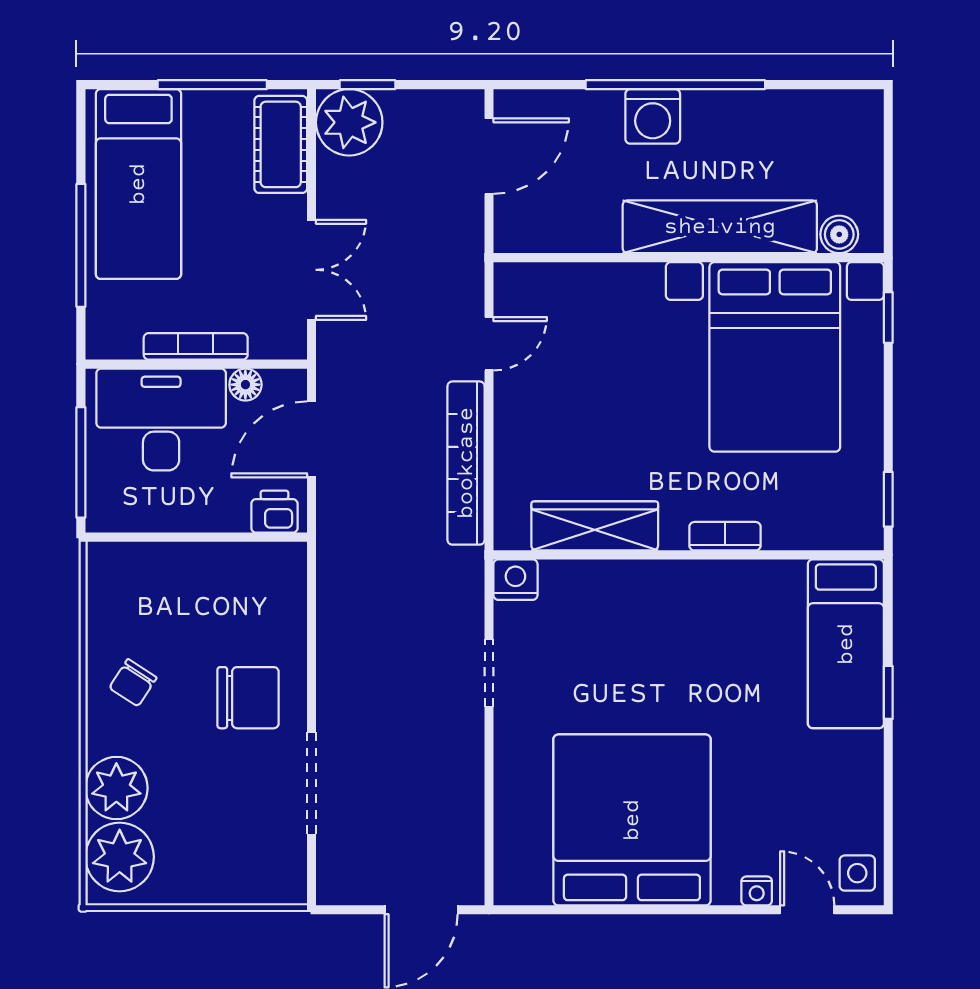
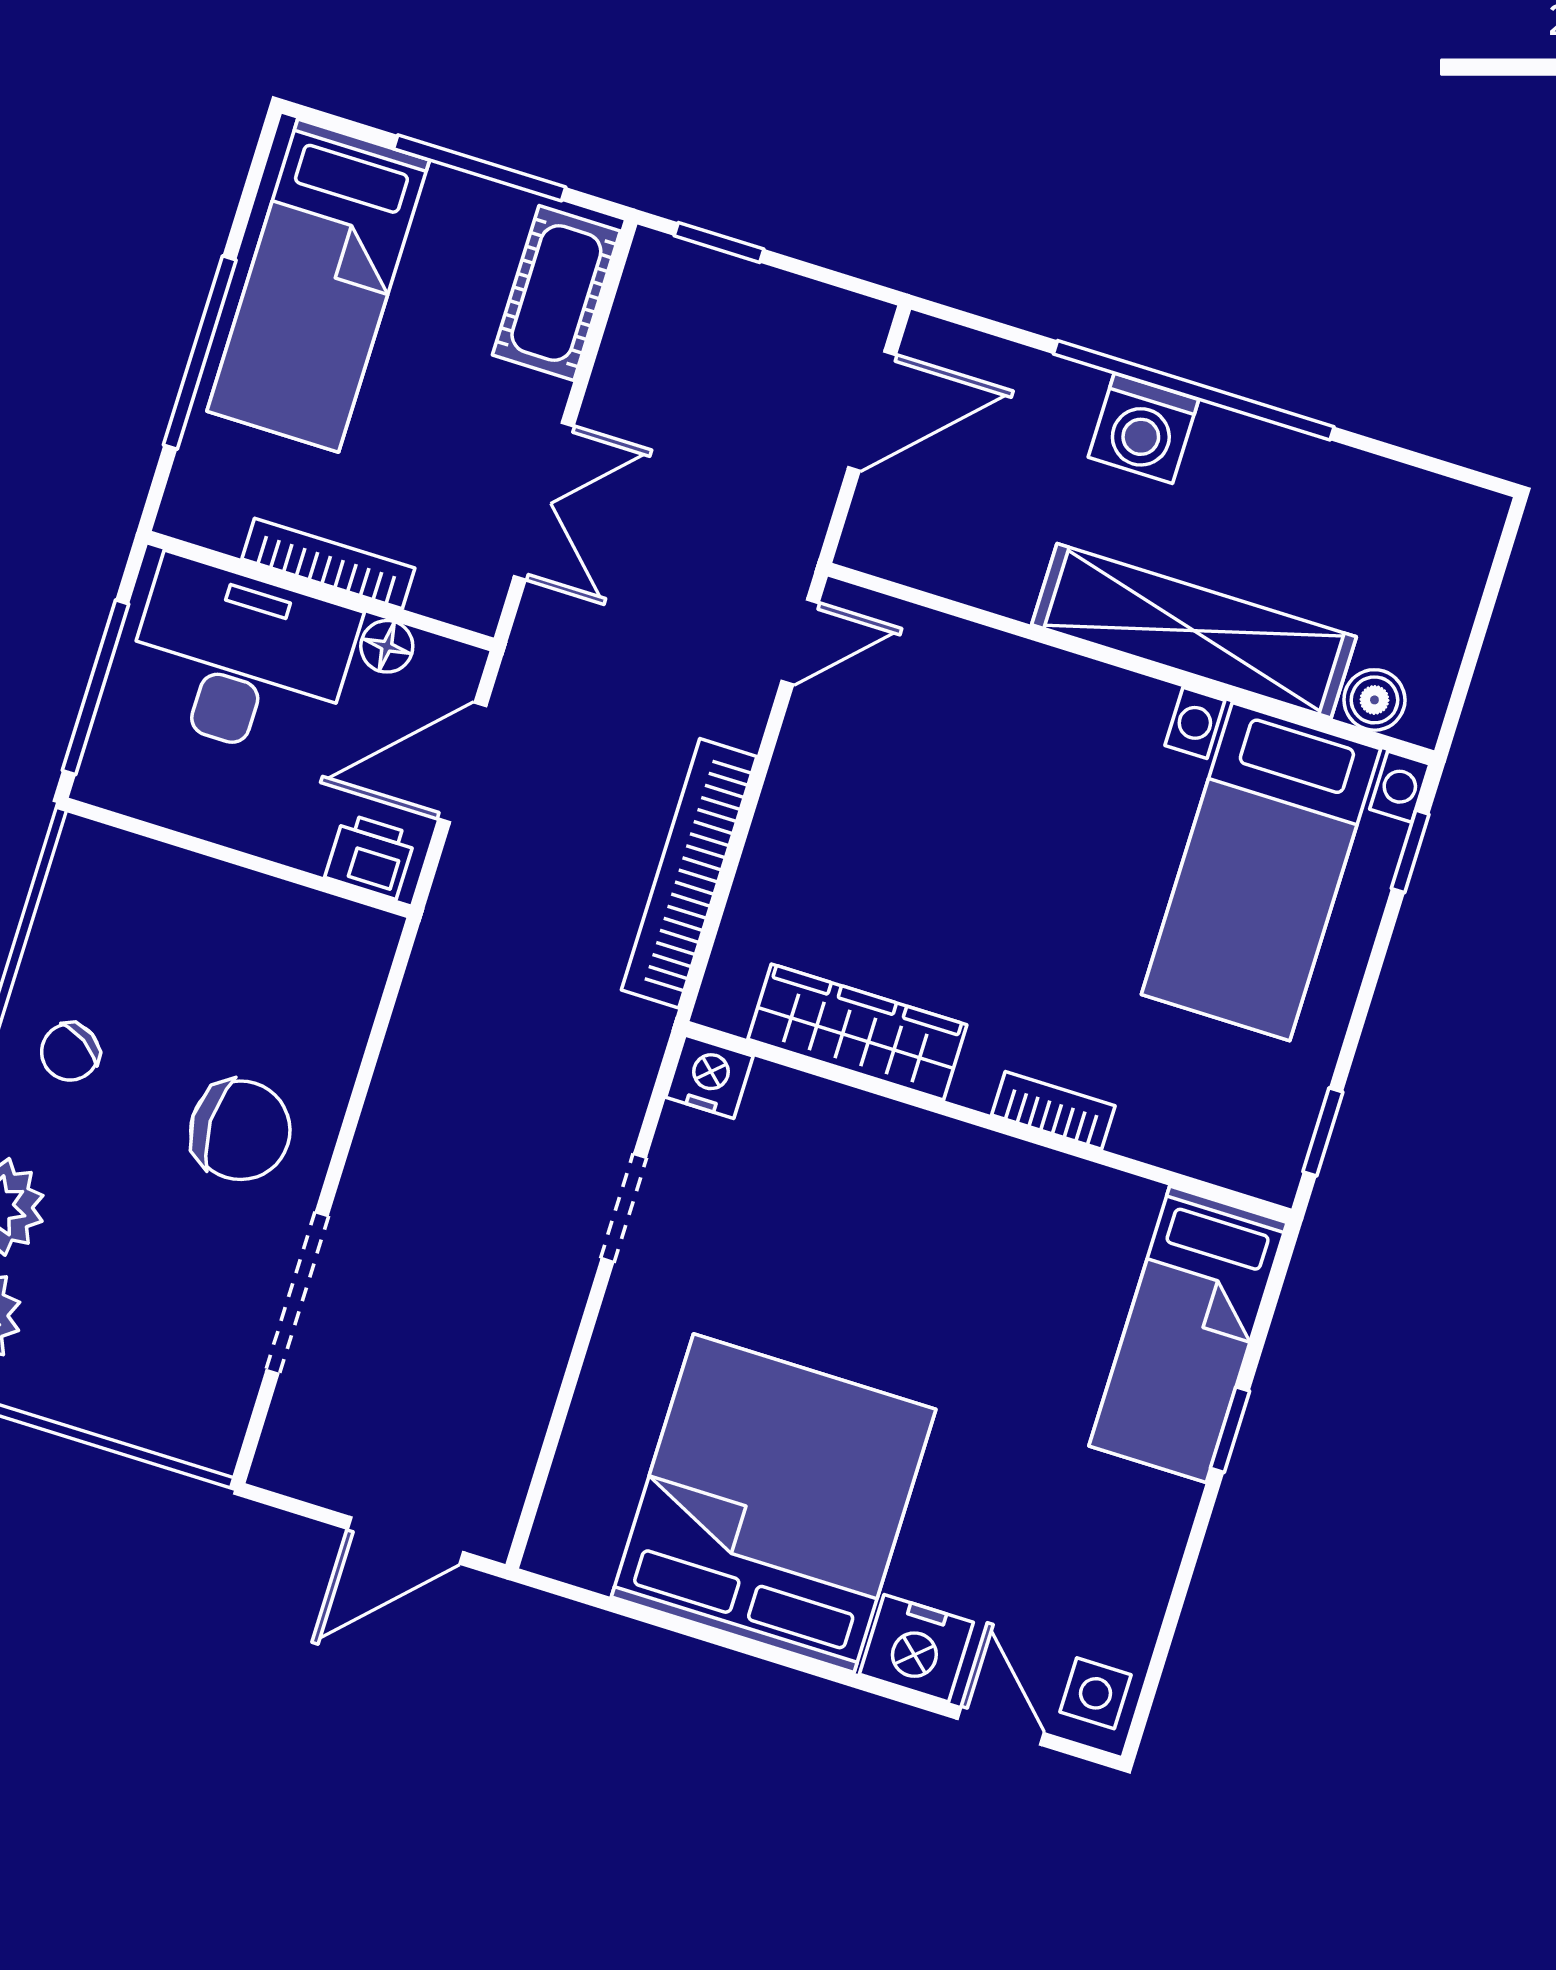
plant: (349, 122) -> (673, 292), removed
door: (489, 344) -> (800, 642), moved
bed with nightstands: (775, 357) -> (1261, 872), width x0.73
nightstand: (757, 891) -> (916, 1648), width x1.89, depth x1.79

